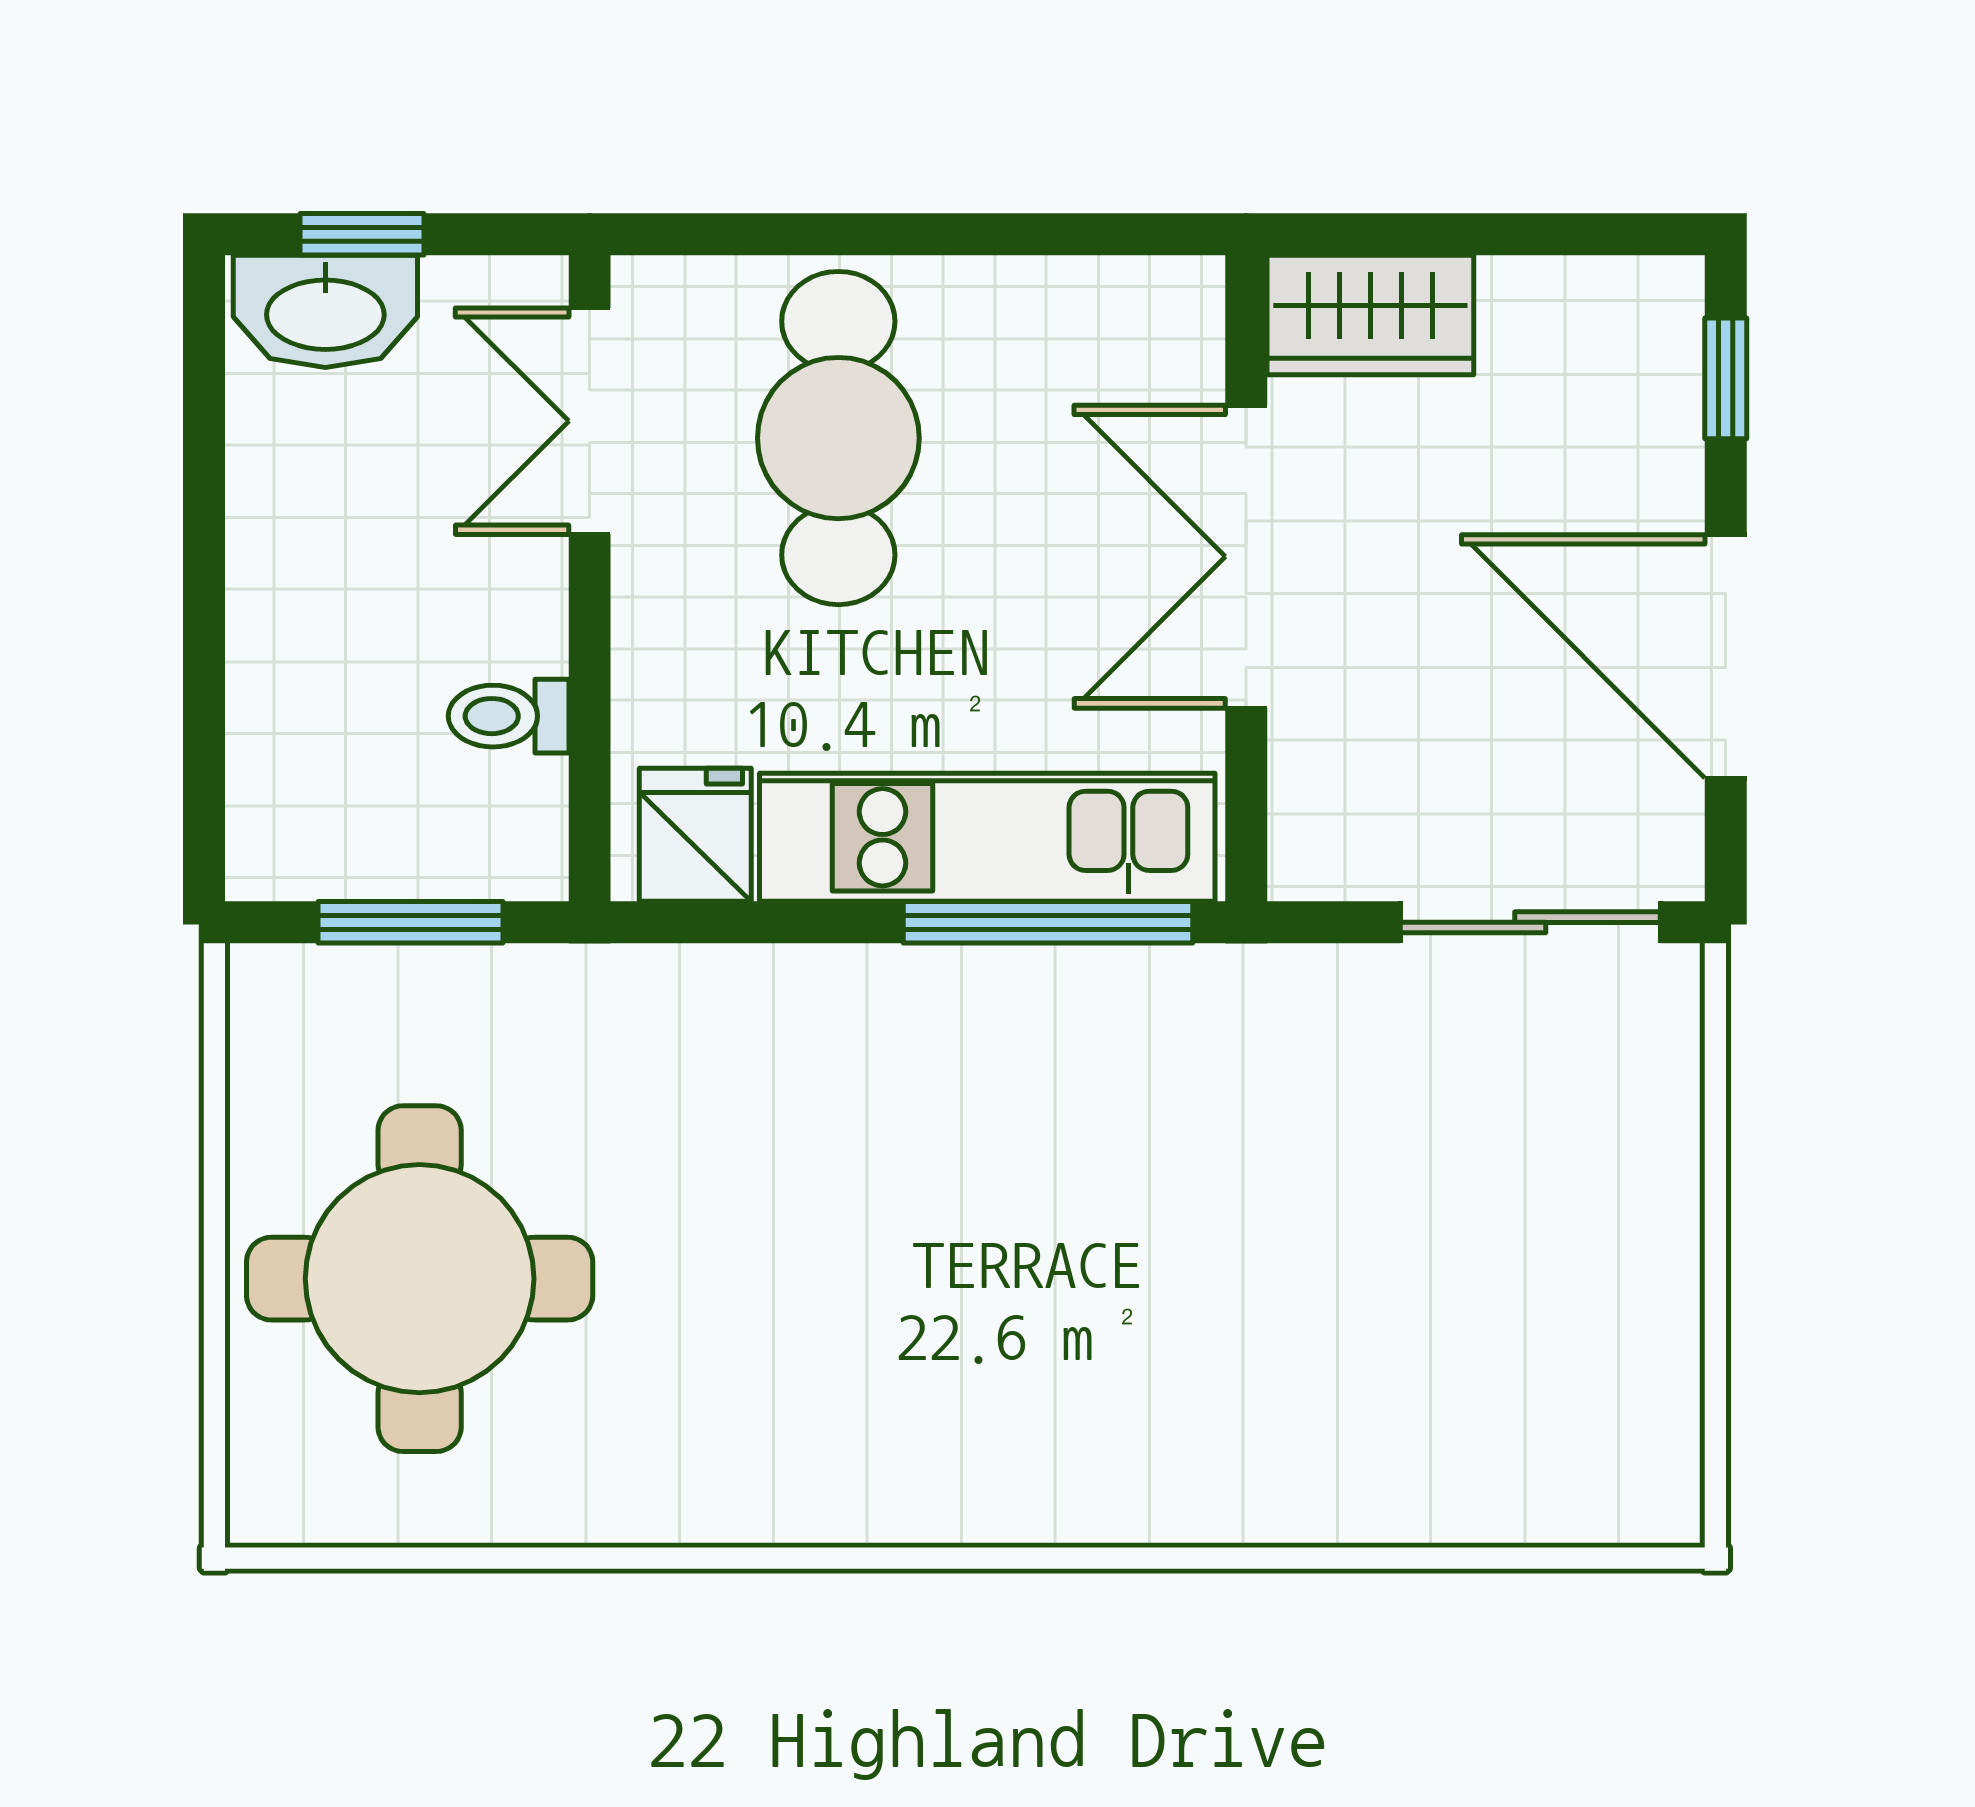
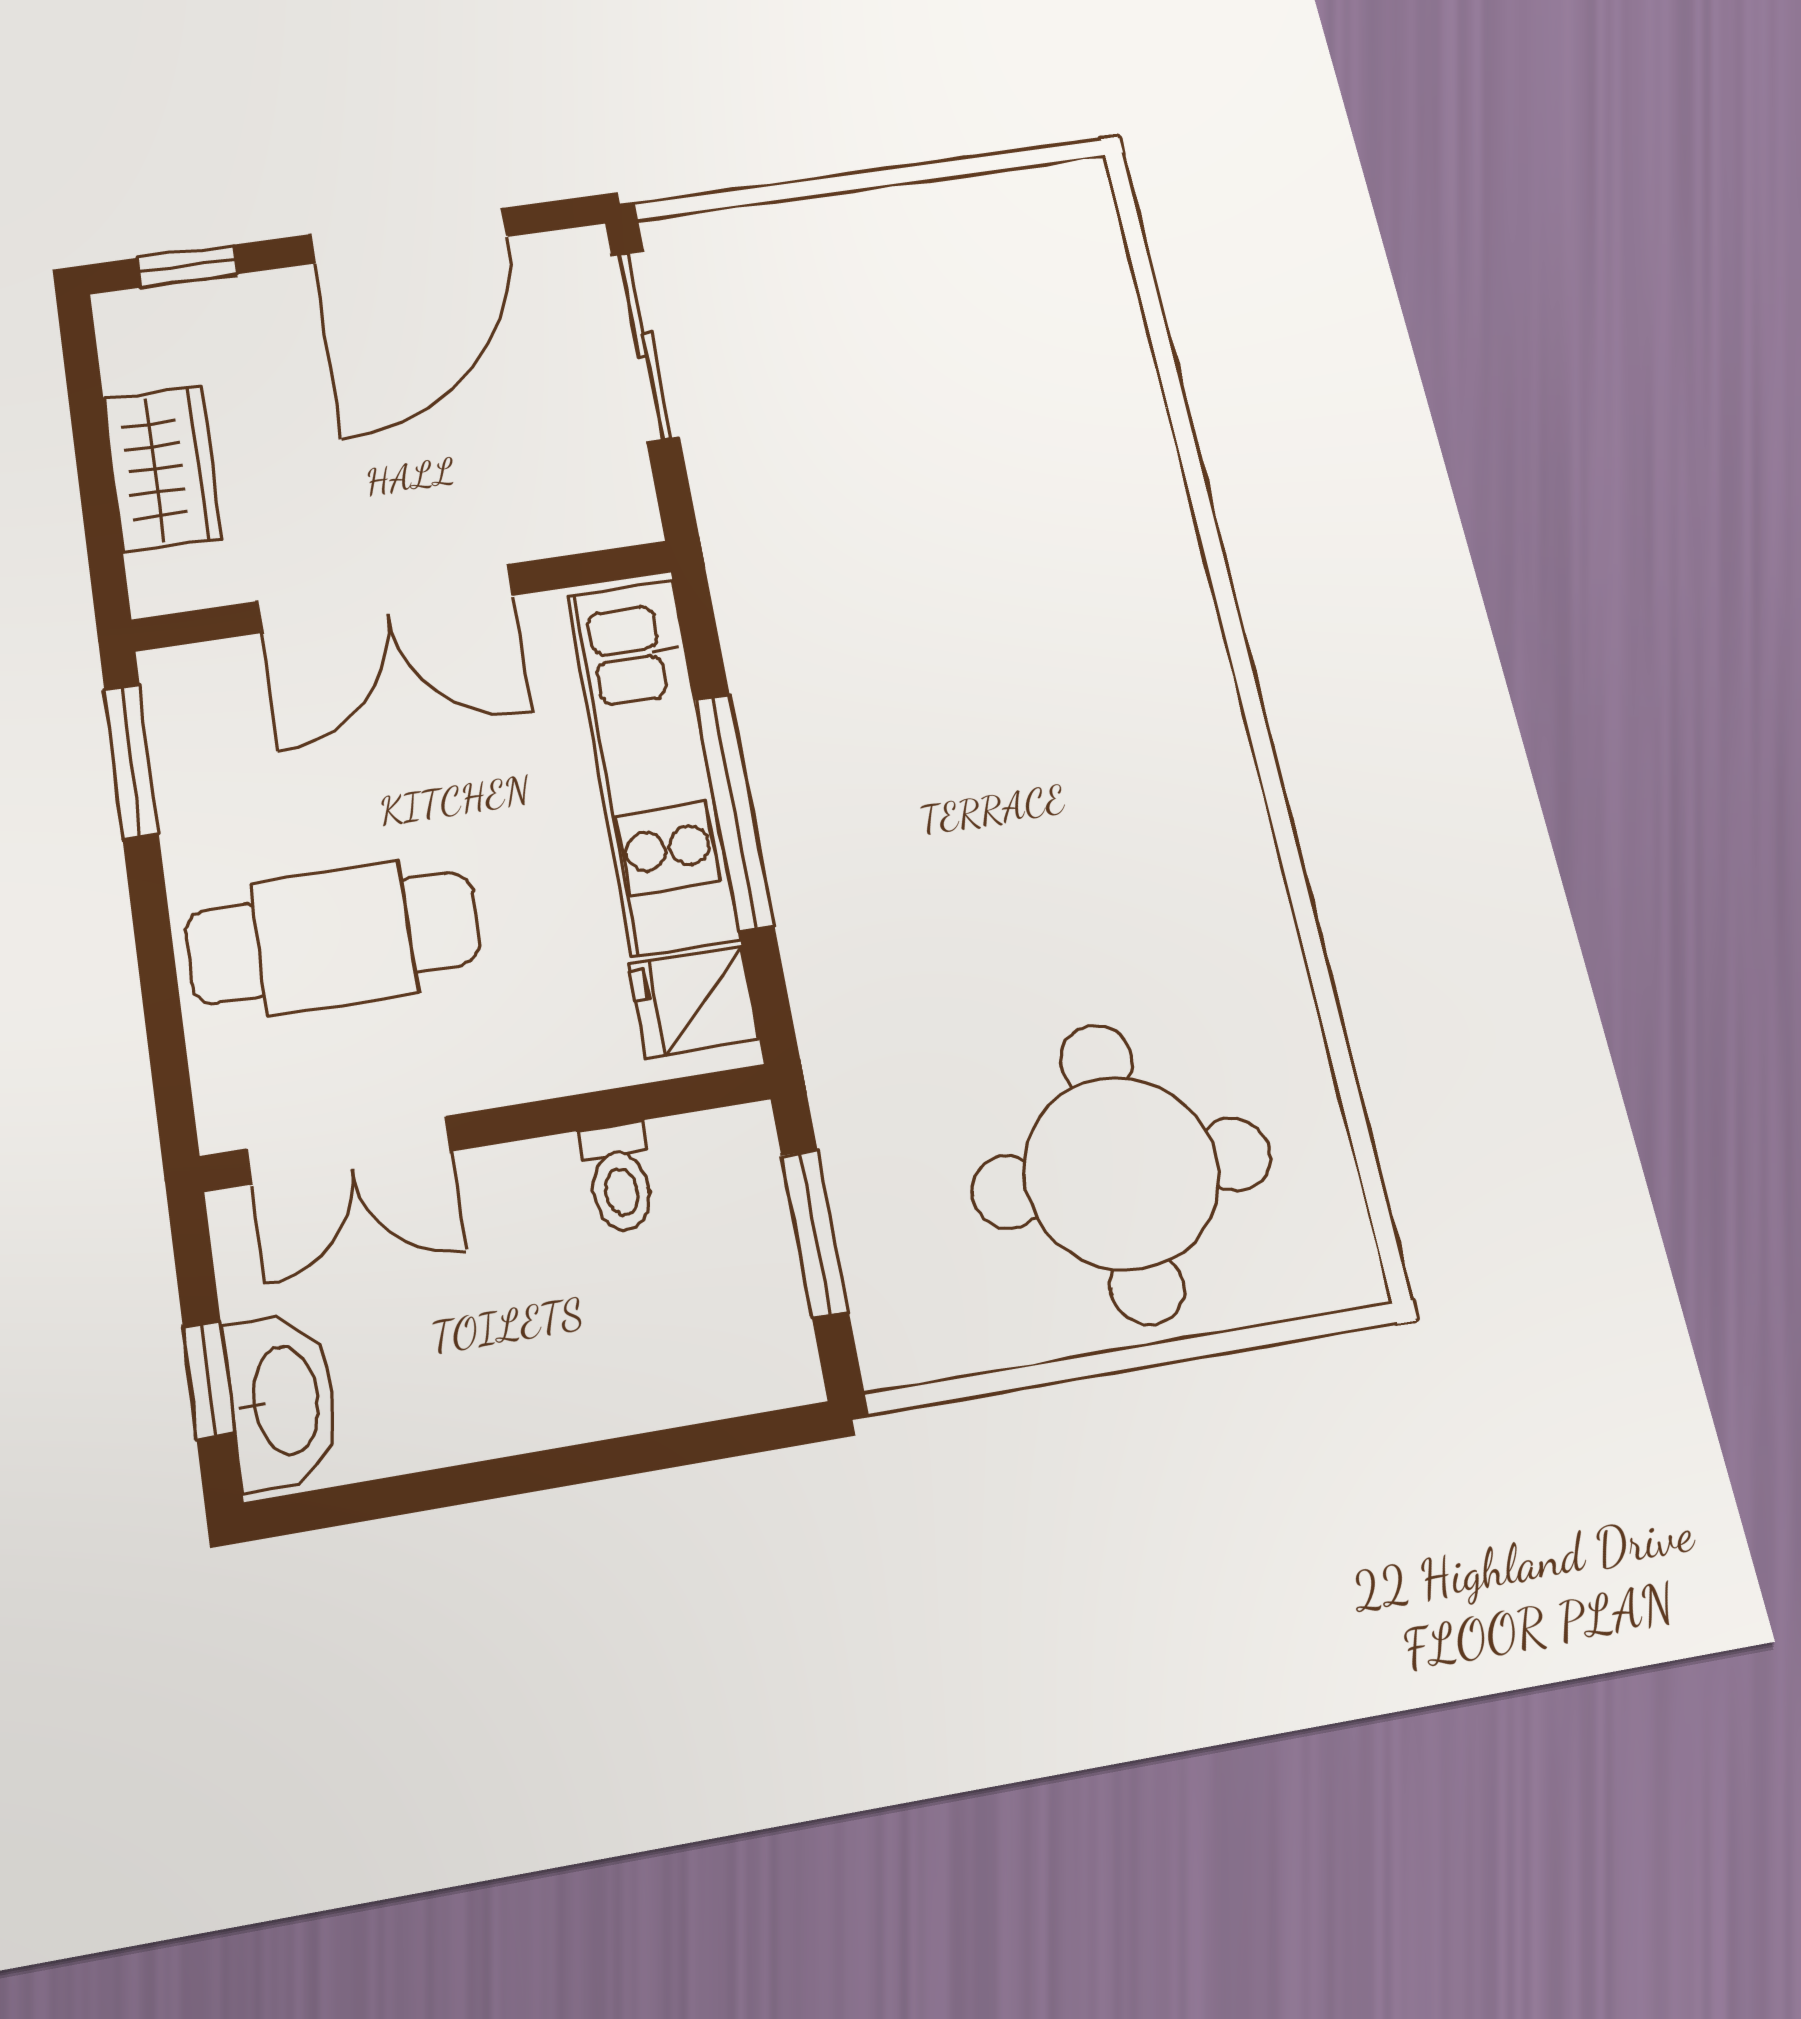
window: (1089, 234) -> (131, 761), added
wardrobe: (1370, 315) -> (162, 468), moved
window: (1048, 922) -> (734, 812), moved

